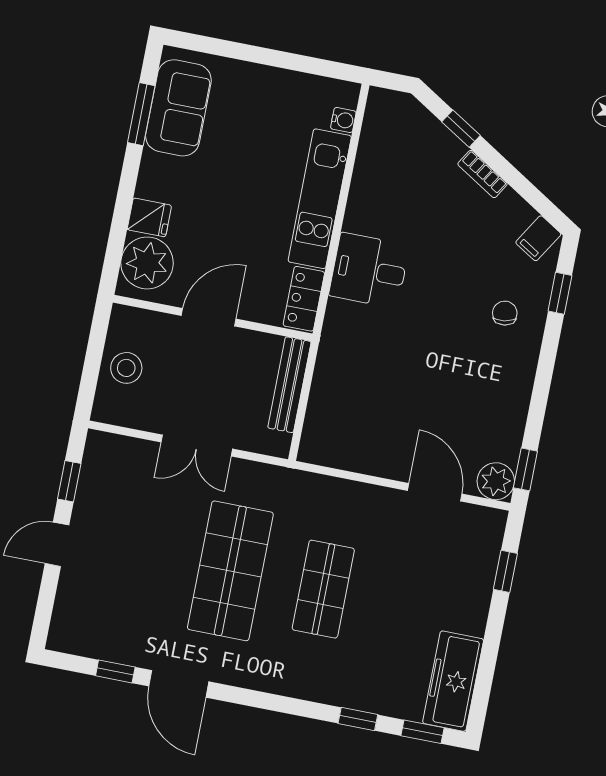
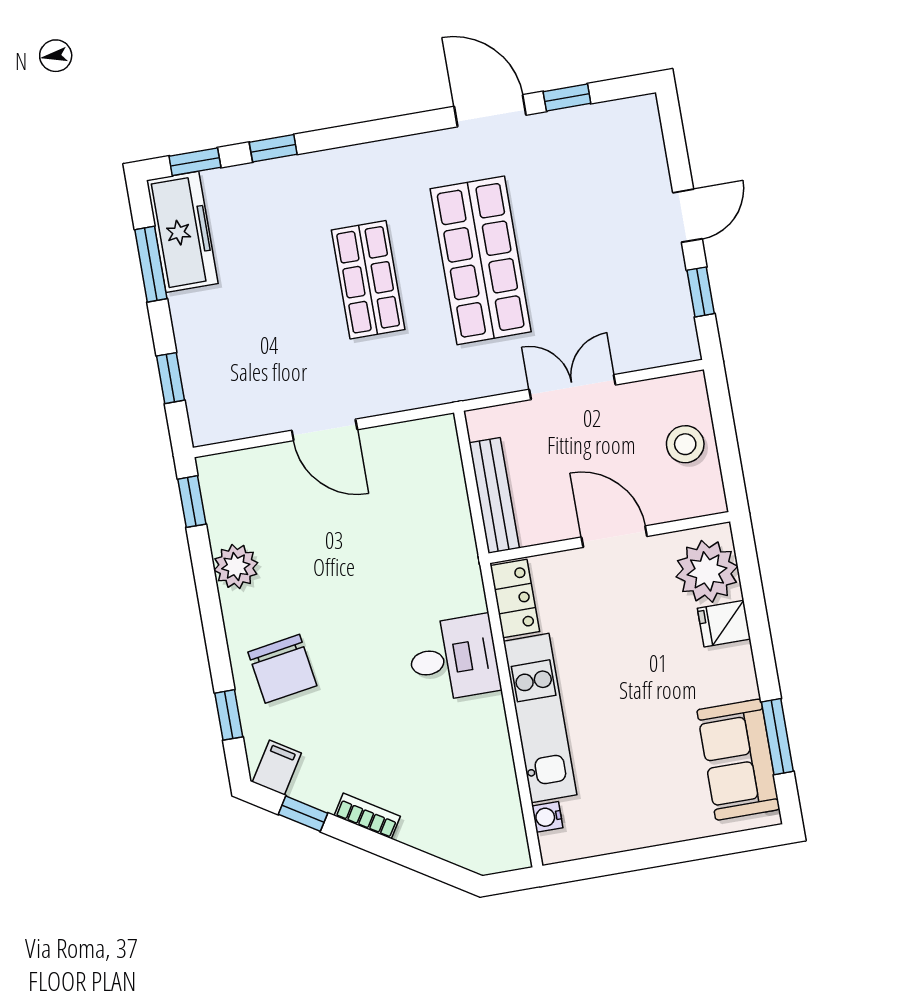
window: (461, 129) -> (303, 814), moved
chair: (505, 313) -> (282, 669), width x1.87, depth x1.87
door: (209, 317) -> (614, 537), swing flipped
plant: (496, 481) -> (236, 566), moved
door: (435, 492) -> (325, 430), moved
window: (487, 665) -> (151, 264), added

